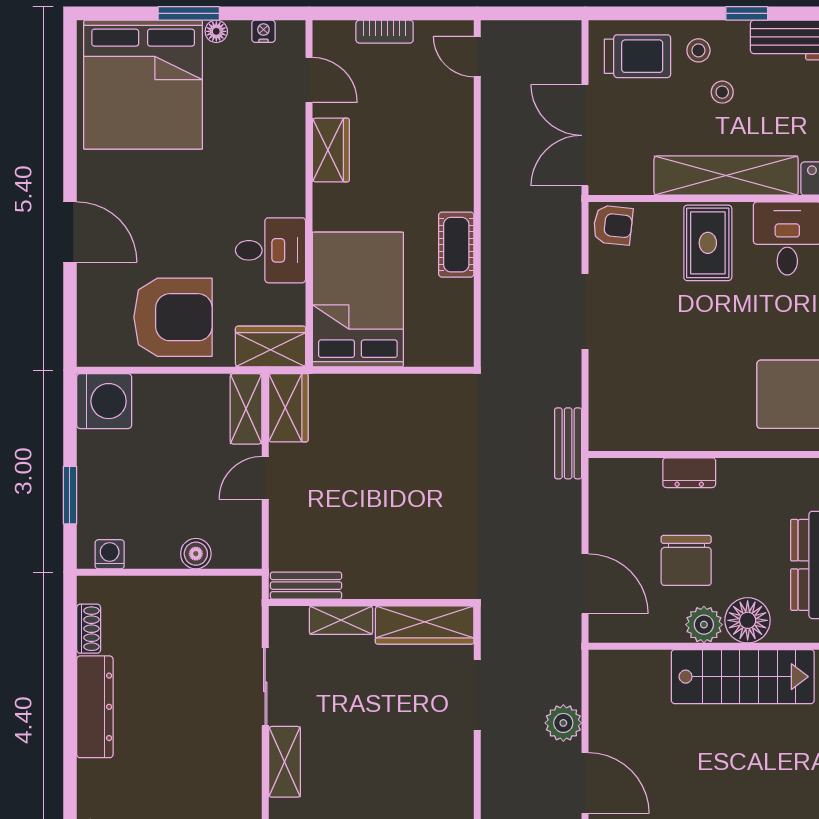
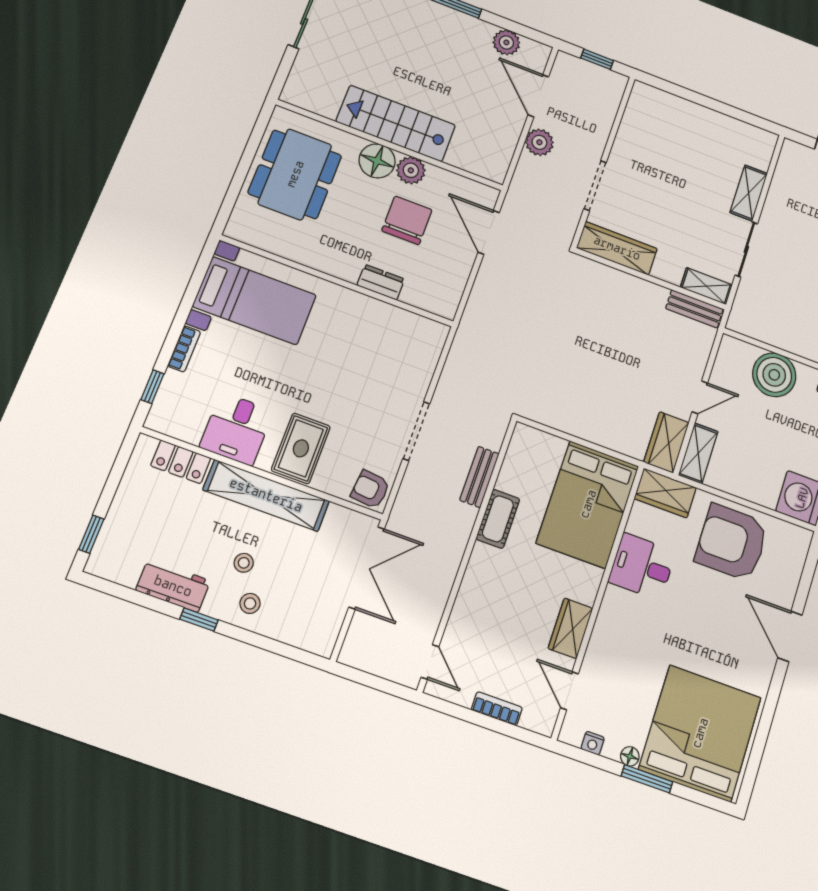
trolley: (638, 56) -> (301, 616), removed
bench: (568, 443) -> (479, 477), moved
boiler: (196, 554) -> (774, 375), width x1.86, depth x1.86
shelving: (341, 620) -> (706, 286), moved

